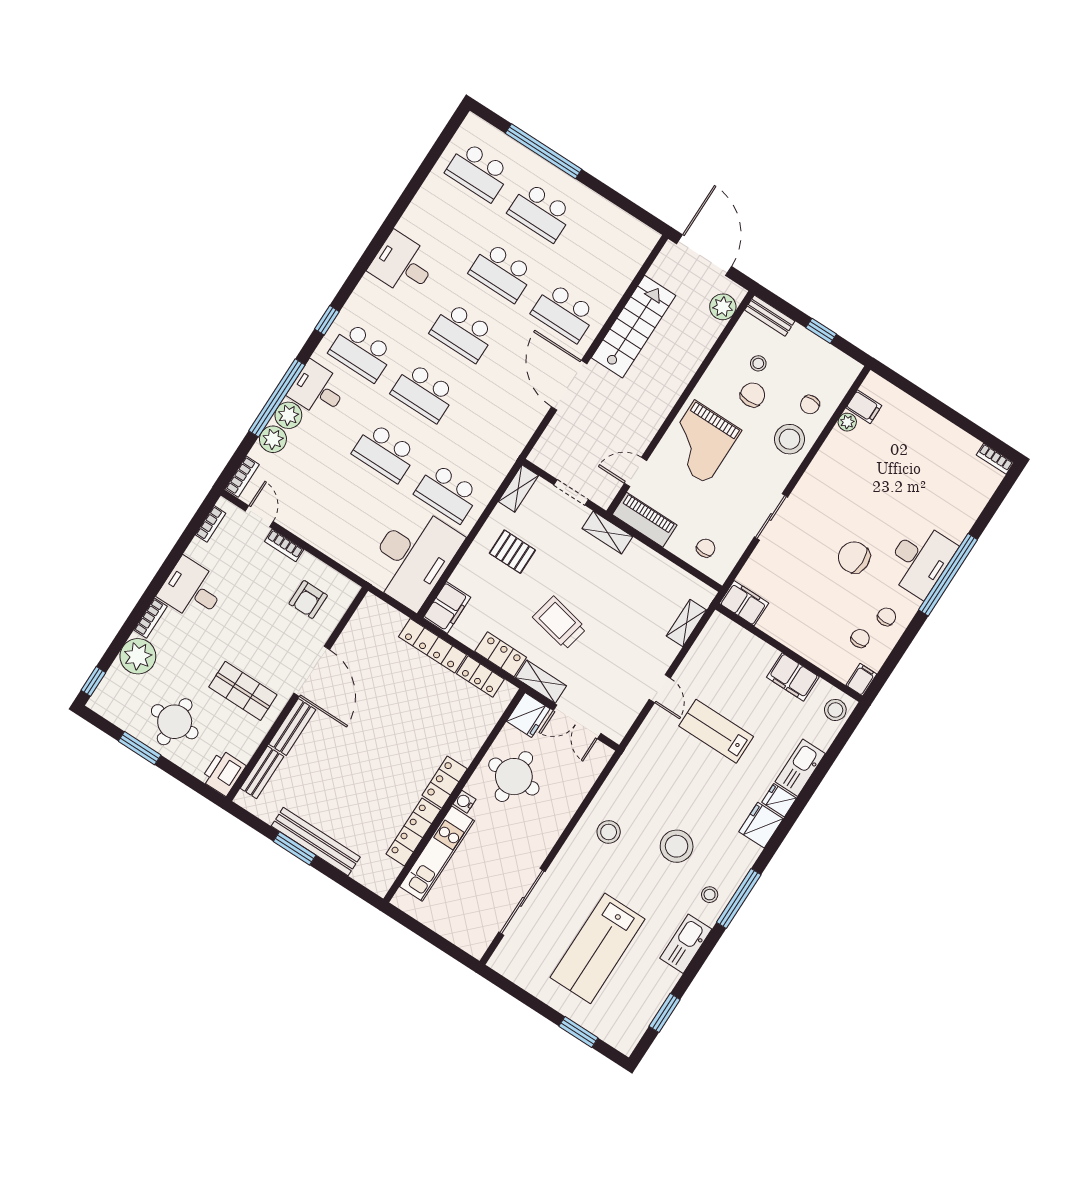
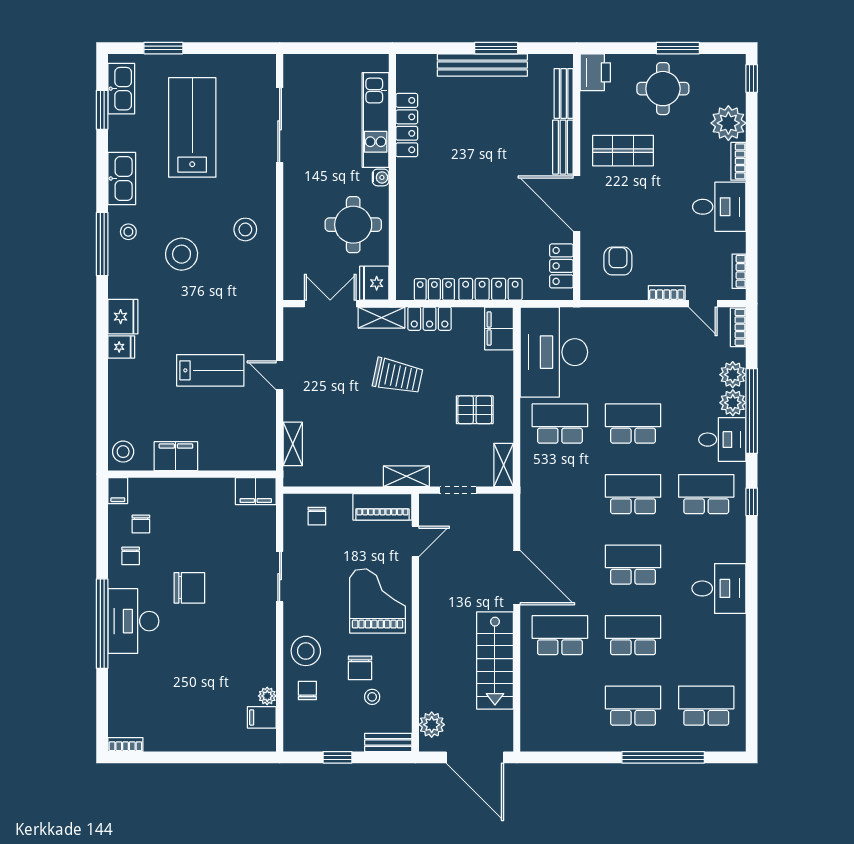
kitchen sink: (800, 768) -> (121, 89), moved
locker: (445, 782) -> (561, 266), moved, turned 180

